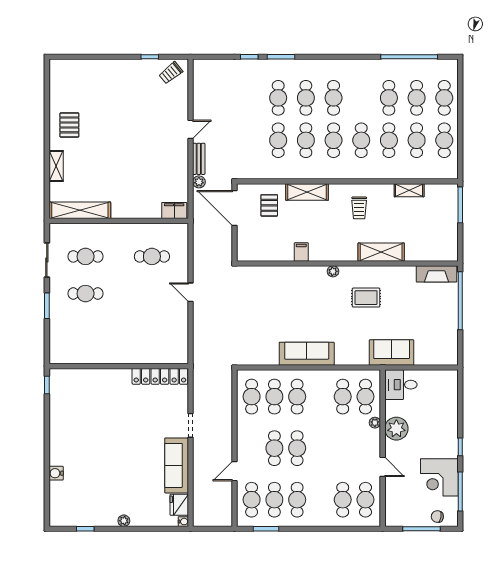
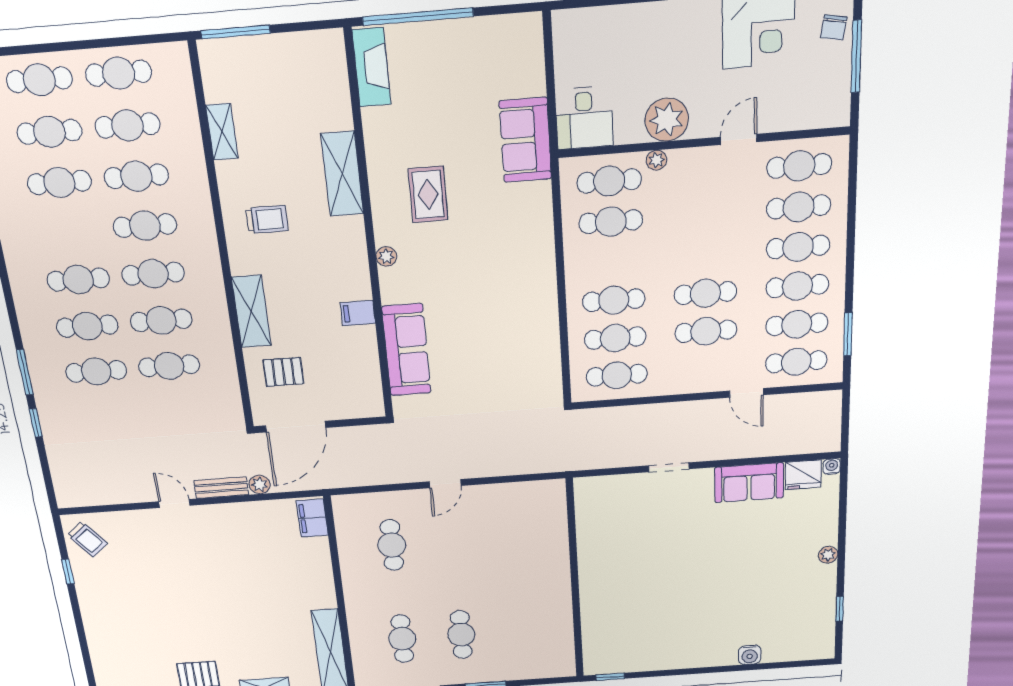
sofa: (307, 354) -> (406, 350), moved, turned 180
locker: (160, 376) -> (588, 519), removed
sofa: (177, 465) -> (749, 483), width x0.73
cafe table: (320, 500) -> (798, 247), added

